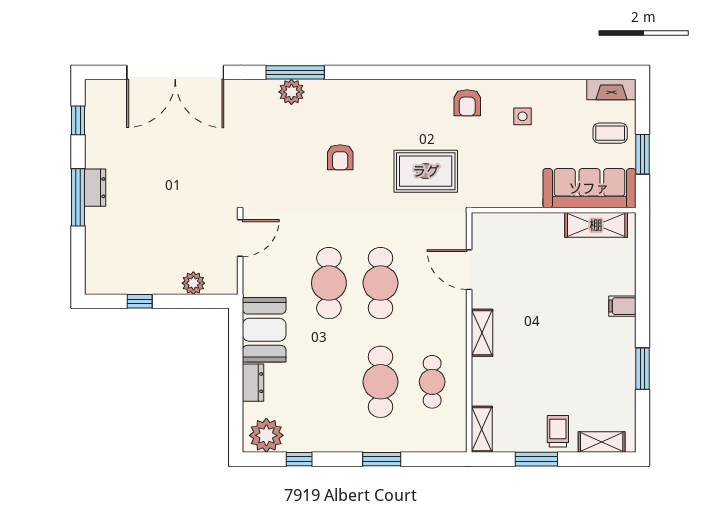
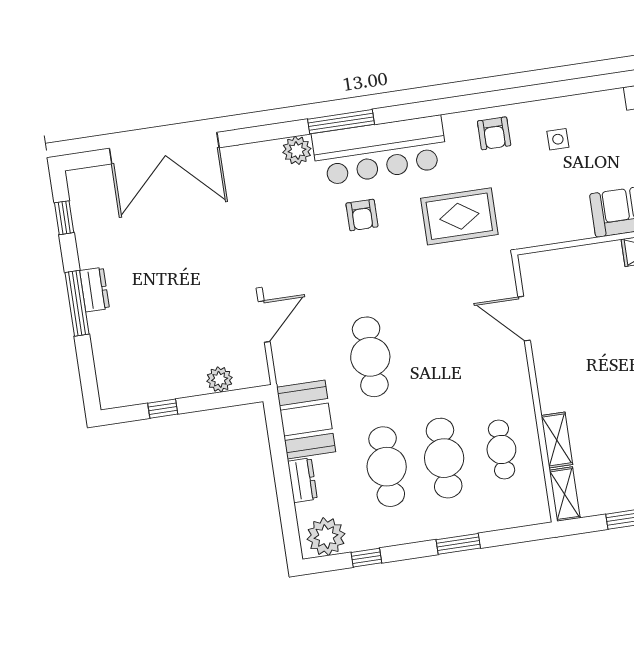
window: (295, 72) -> (341, 122), moved
bar counter: (364, 103) -> (380, 150), added
cafe table: (381, 283) -> (387, 467), moved
shelving: (482, 333) -> (557, 440), moved

